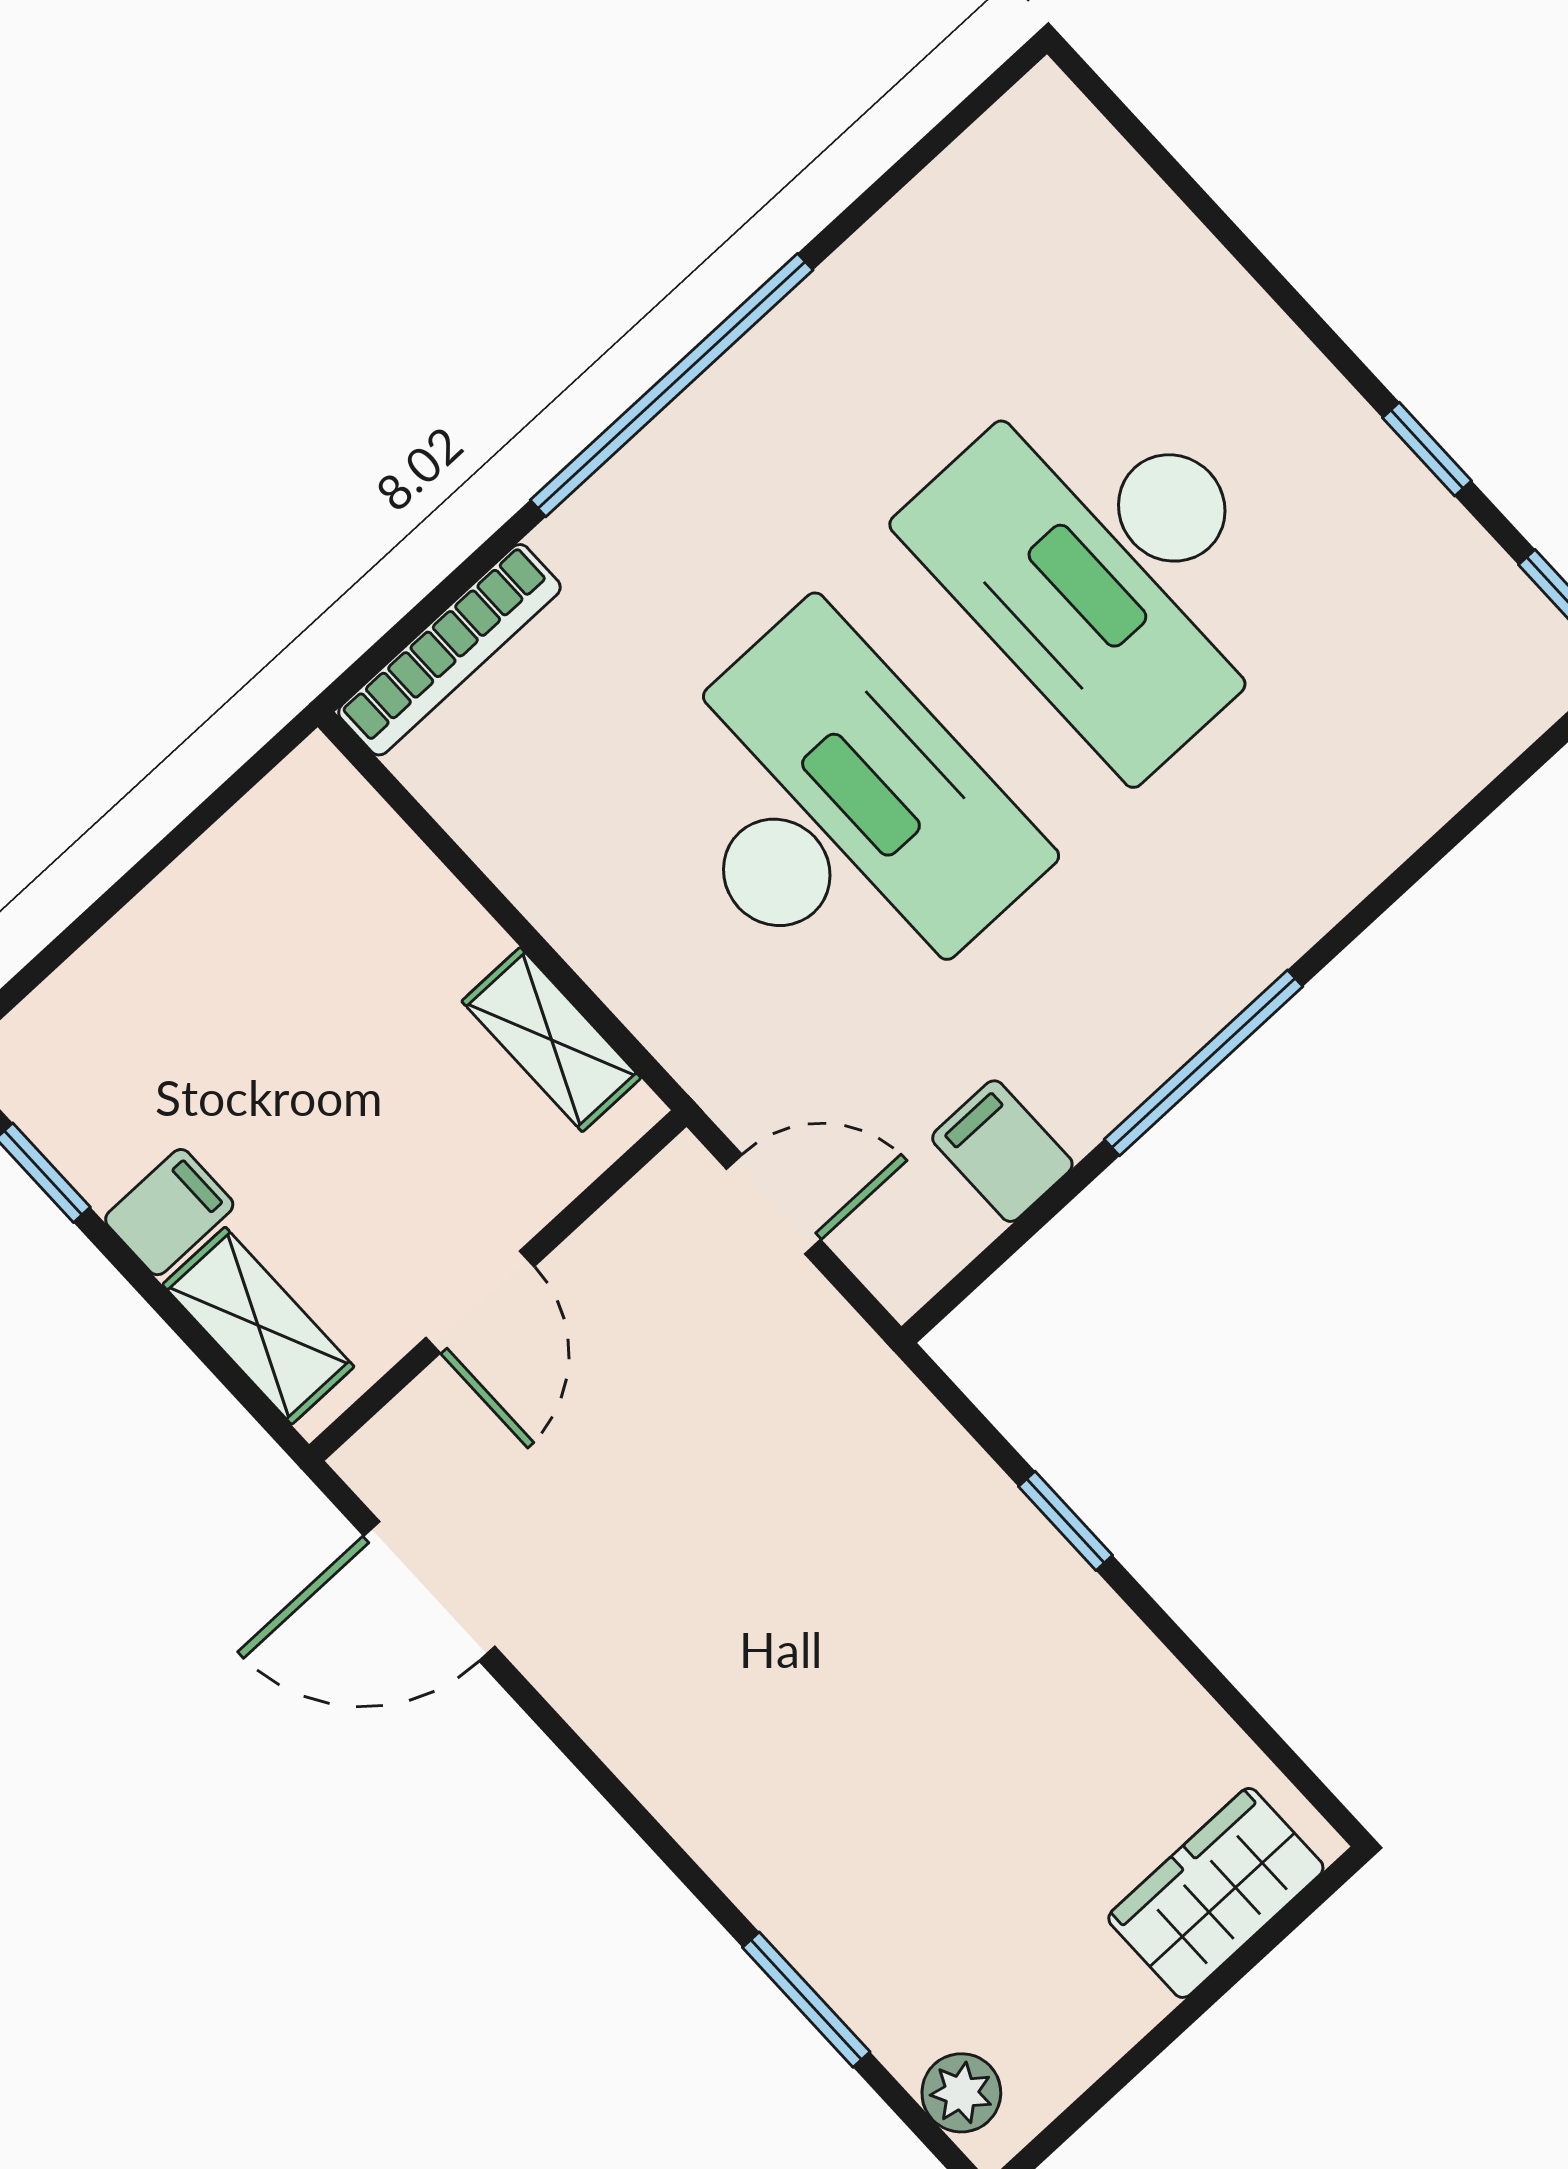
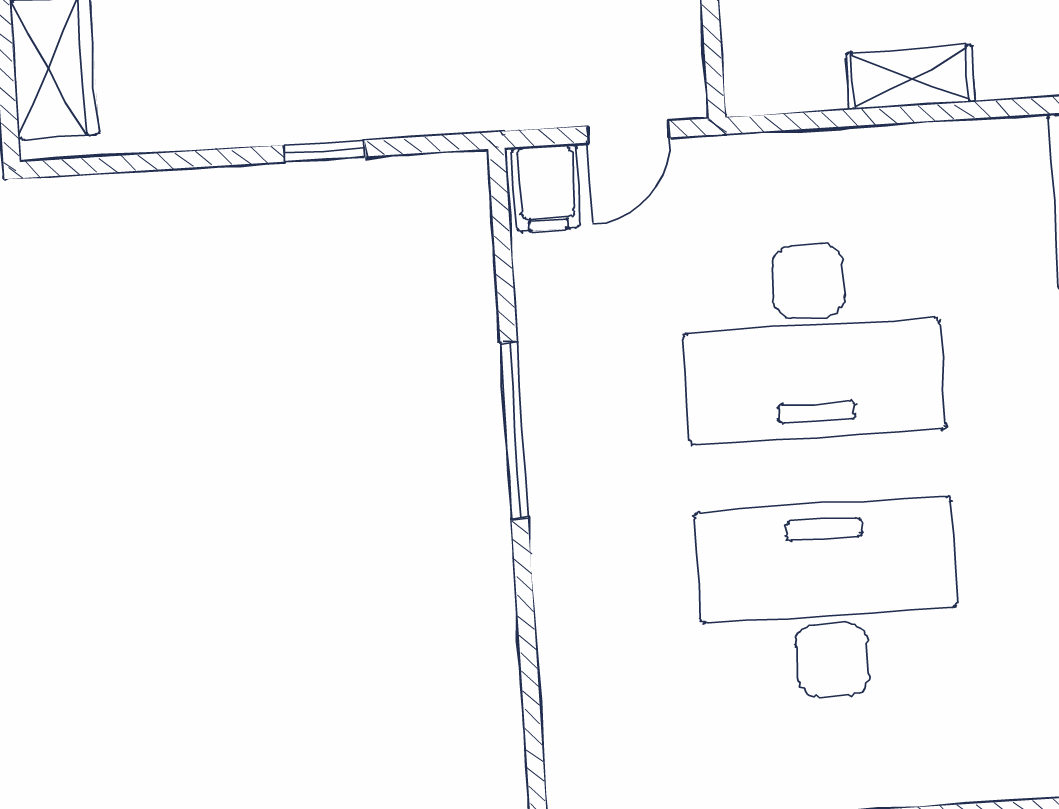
shelving: (551, 1040) -> (911, 78), moved
filing cabinet: (1002, 1151) -> (546, 188), moved, turned 90

